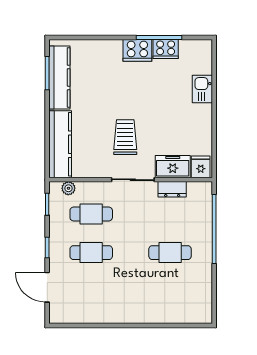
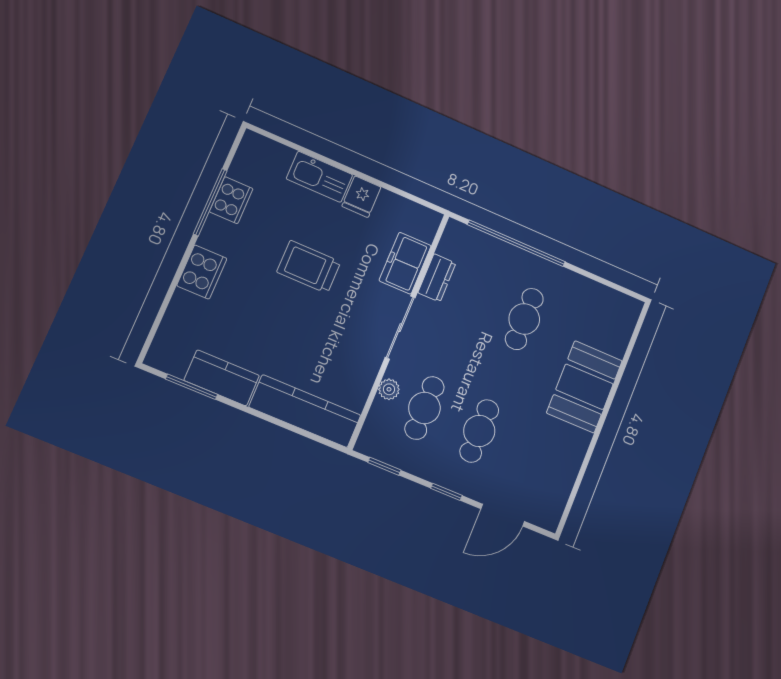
cooker: (137, 50) -> (202, 272), moved
kitchen counter: (59, 77) -> (222, 378), width x0.67
kitchen sink: (202, 89) -> (319, 177), width x1.38
trolley: (125, 137) -> (309, 267), moved
fridge: (201, 167) -> (361, 197), moved, turned -90
plant: (68, 188) -> (389, 389), moved
booth: (144, 306) -> (584, 387), added

